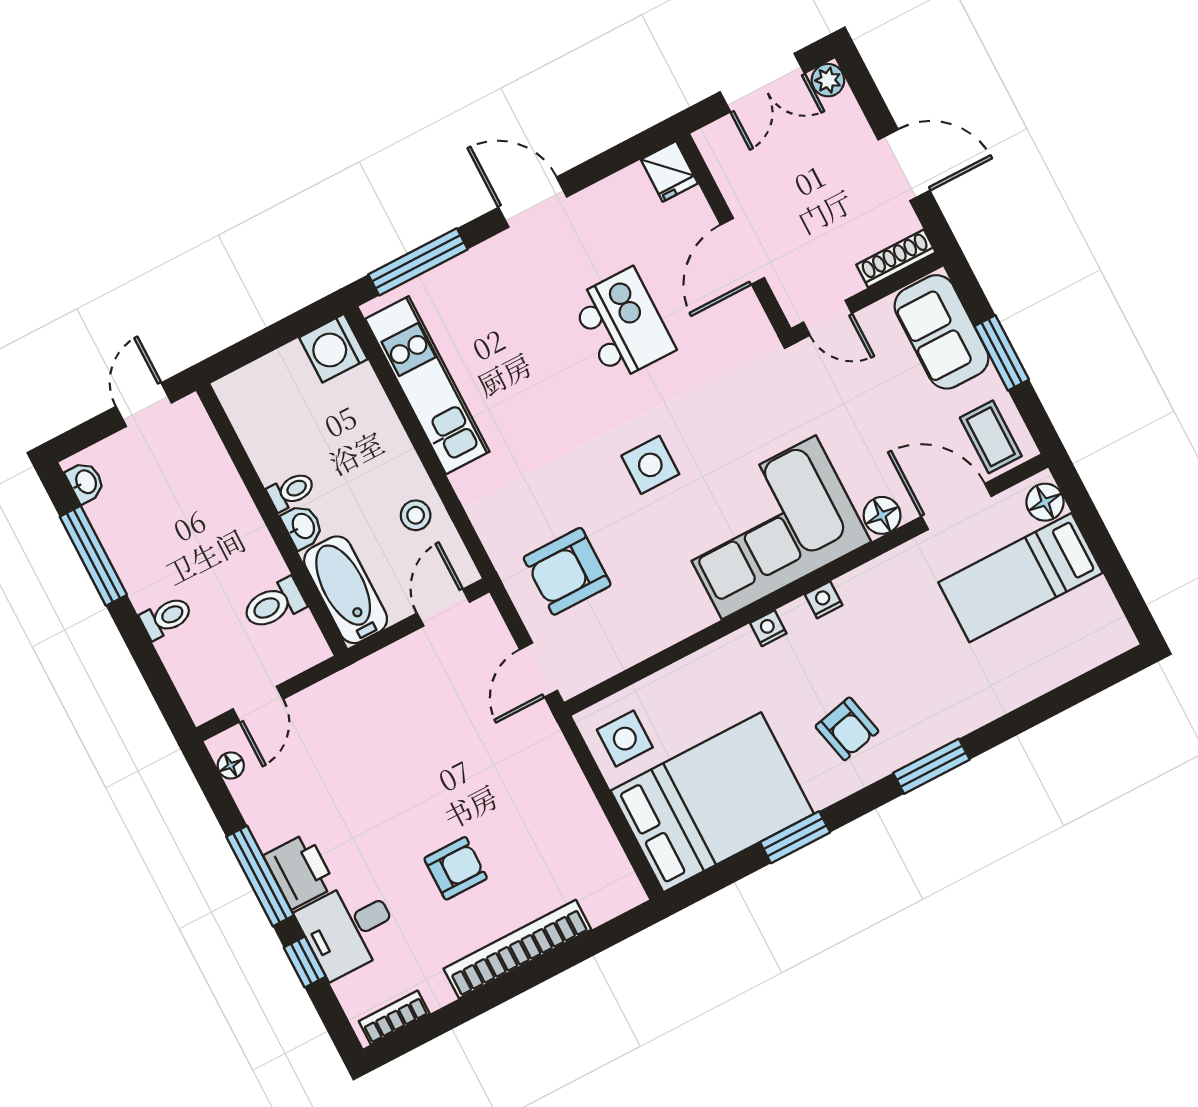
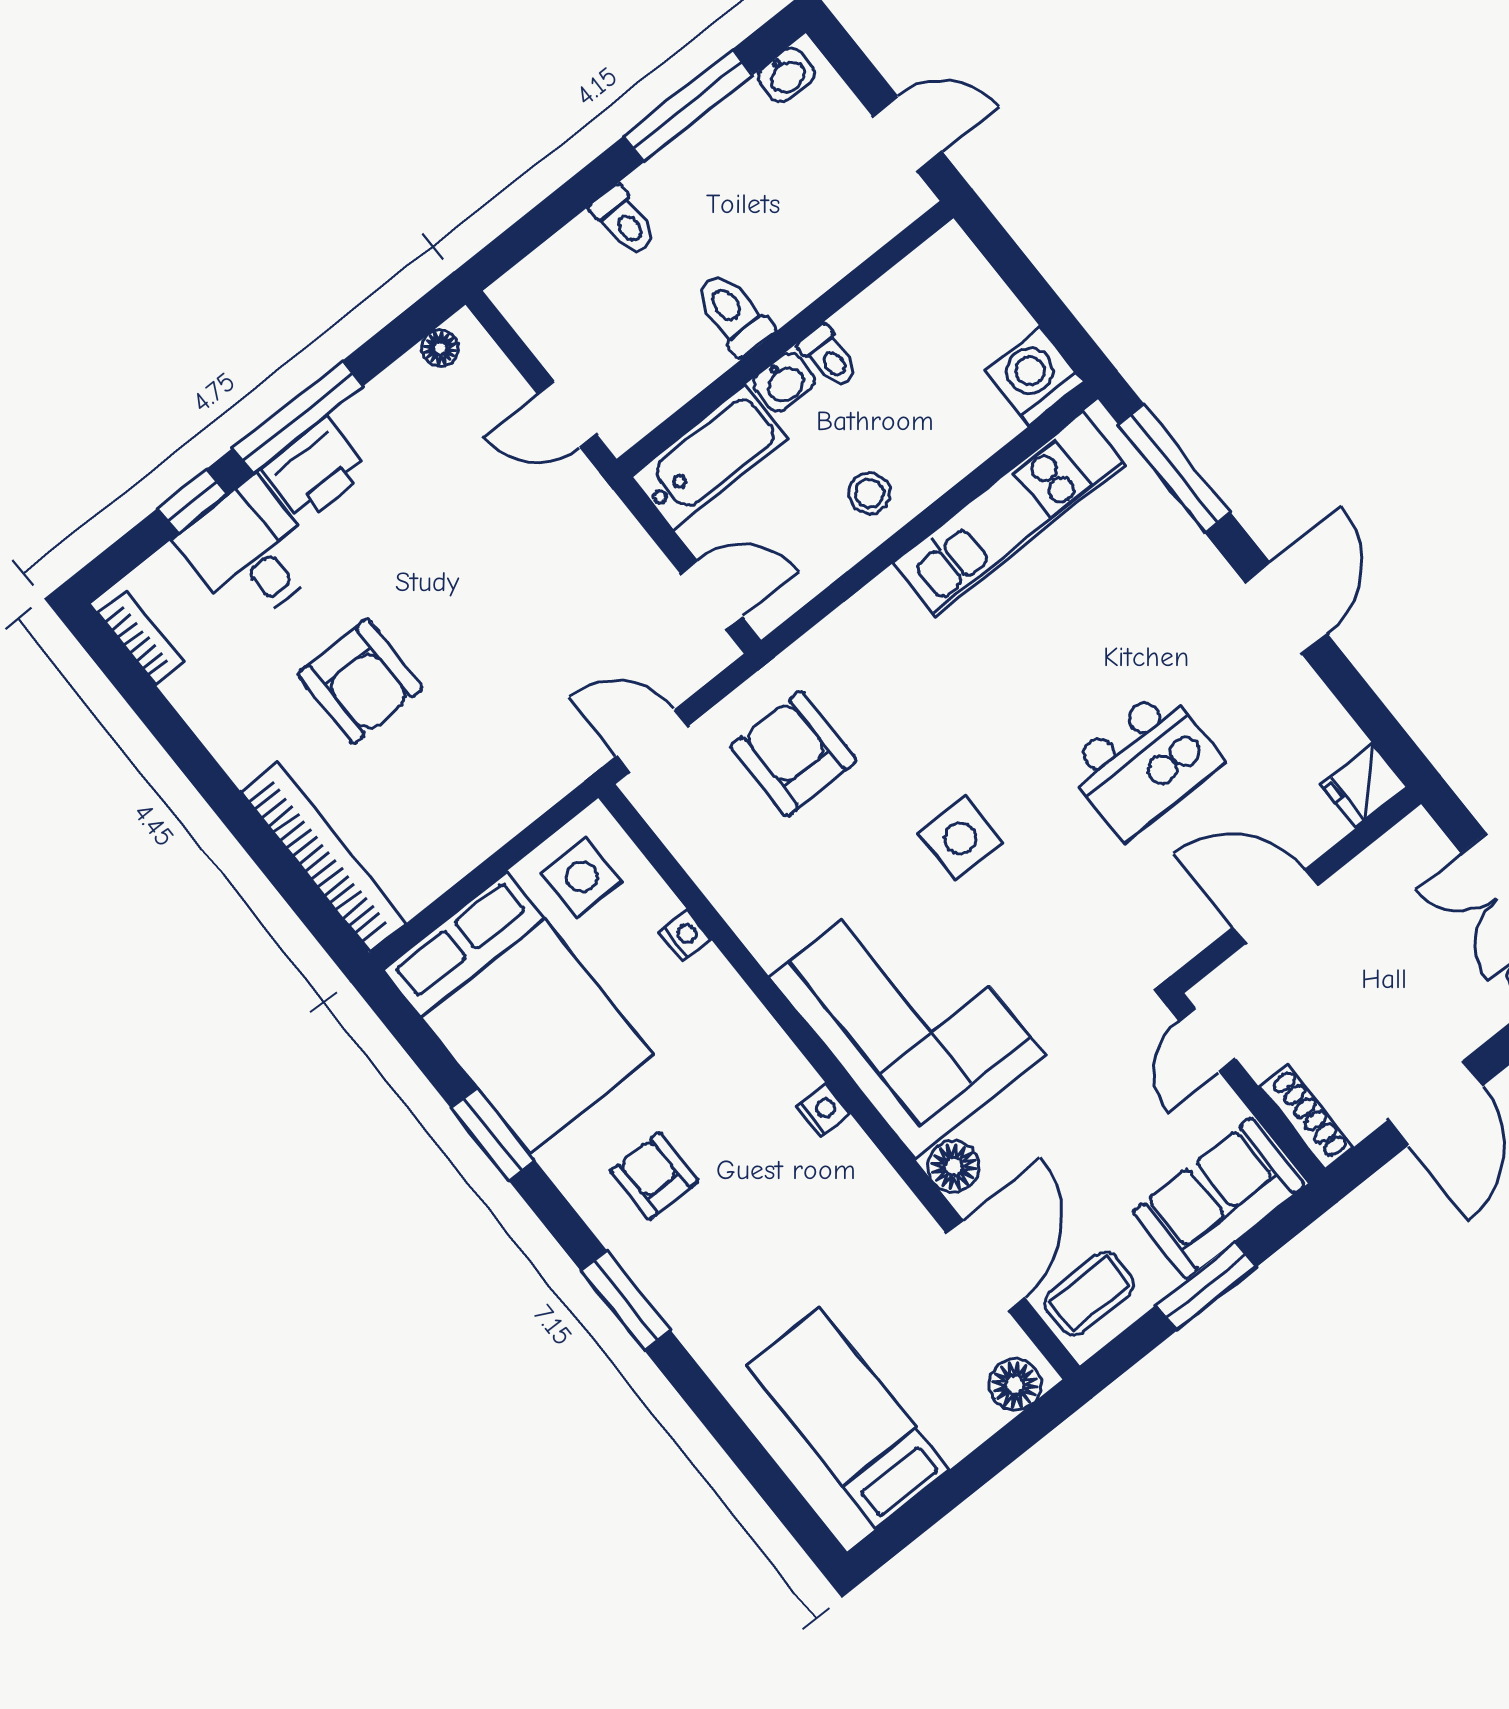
stool: (416, 515) -> (869, 493), moved
bed: (1020, 578) -> (848, 1418), moved
toilet: (274, 604) -> (733, 314), moved
nightstand: (768, 628) -> (685, 935), moved
door: (258, 704) -> (567, 414), moved
armchair: (847, 729) -> (654, 1176), turned 103
armchair: (456, 868) -> (360, 681), width x1.38, depth x1.38
bookcase: (517, 949) -> (323, 857), moved

